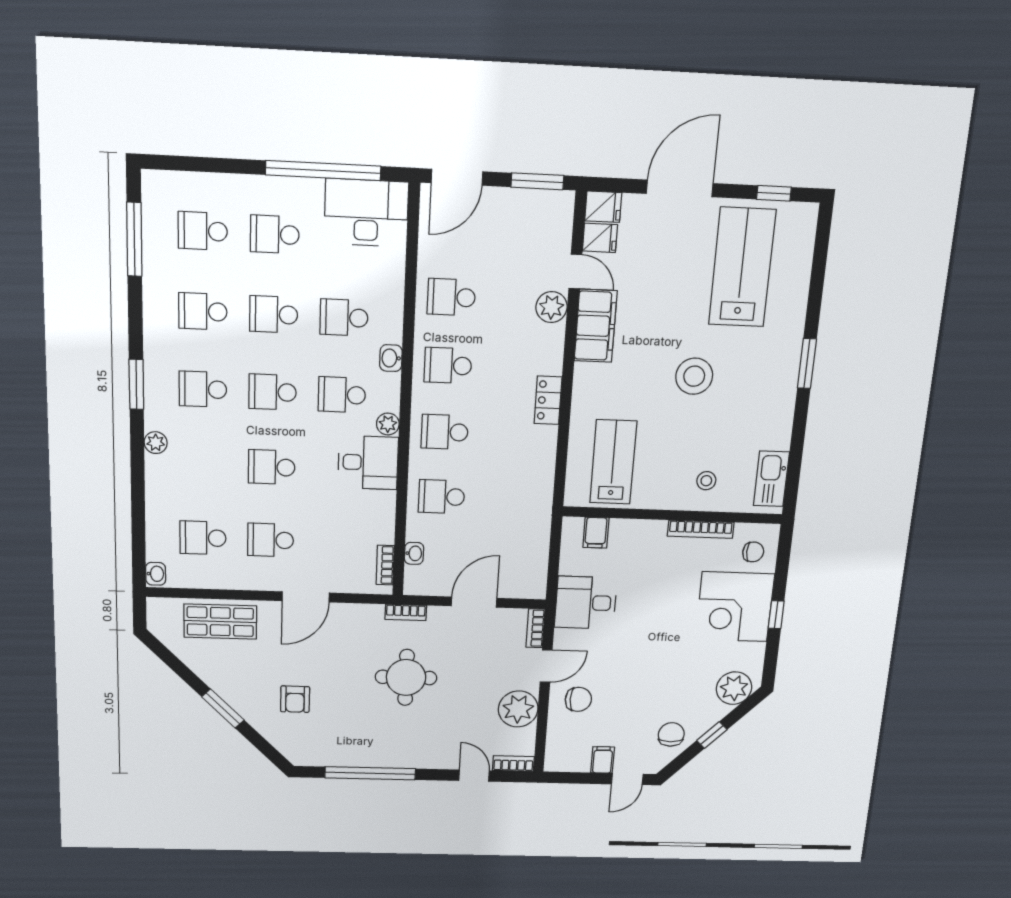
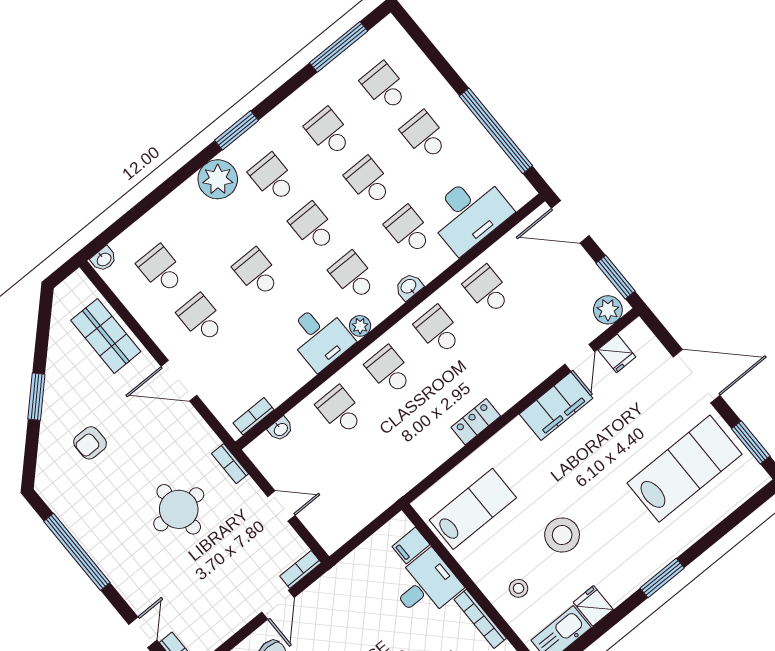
window: (774, 193) -> (751, 442), width x1.50
fridge: (603, 207) -> (593, 606), moved, turned 180
desk: (366, 213) -> (469, 213), moved, turned 90
plant: (552, 307) -> (608, 310), moved
stool: (694, 376) -> (562, 535), moved
plant: (156, 443) -> (218, 179), width x1.88, depth x1.88
door: (474, 602) -> (281, 506), width x0.73
desk: (586, 603) -> (426, 585), moved, turned 90
door: (546, 666) -> (278, 605), hinge flipped
plant: (518, 709) -> (226, 616), removed

